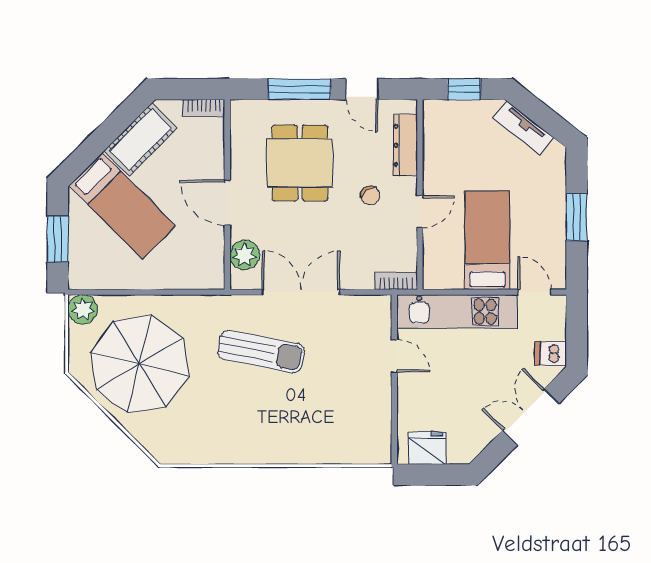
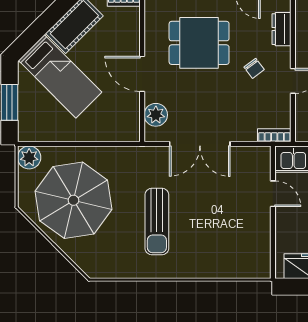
dresser: (405, 145) -> (281, 29), width x0.70
dining table: (300, 163) -> (199, 43), turned 90
double door: (301, 292) -> (200, 144), swing flipped
sun lounger: (261, 352) -> (157, 222), moved, turned 79

